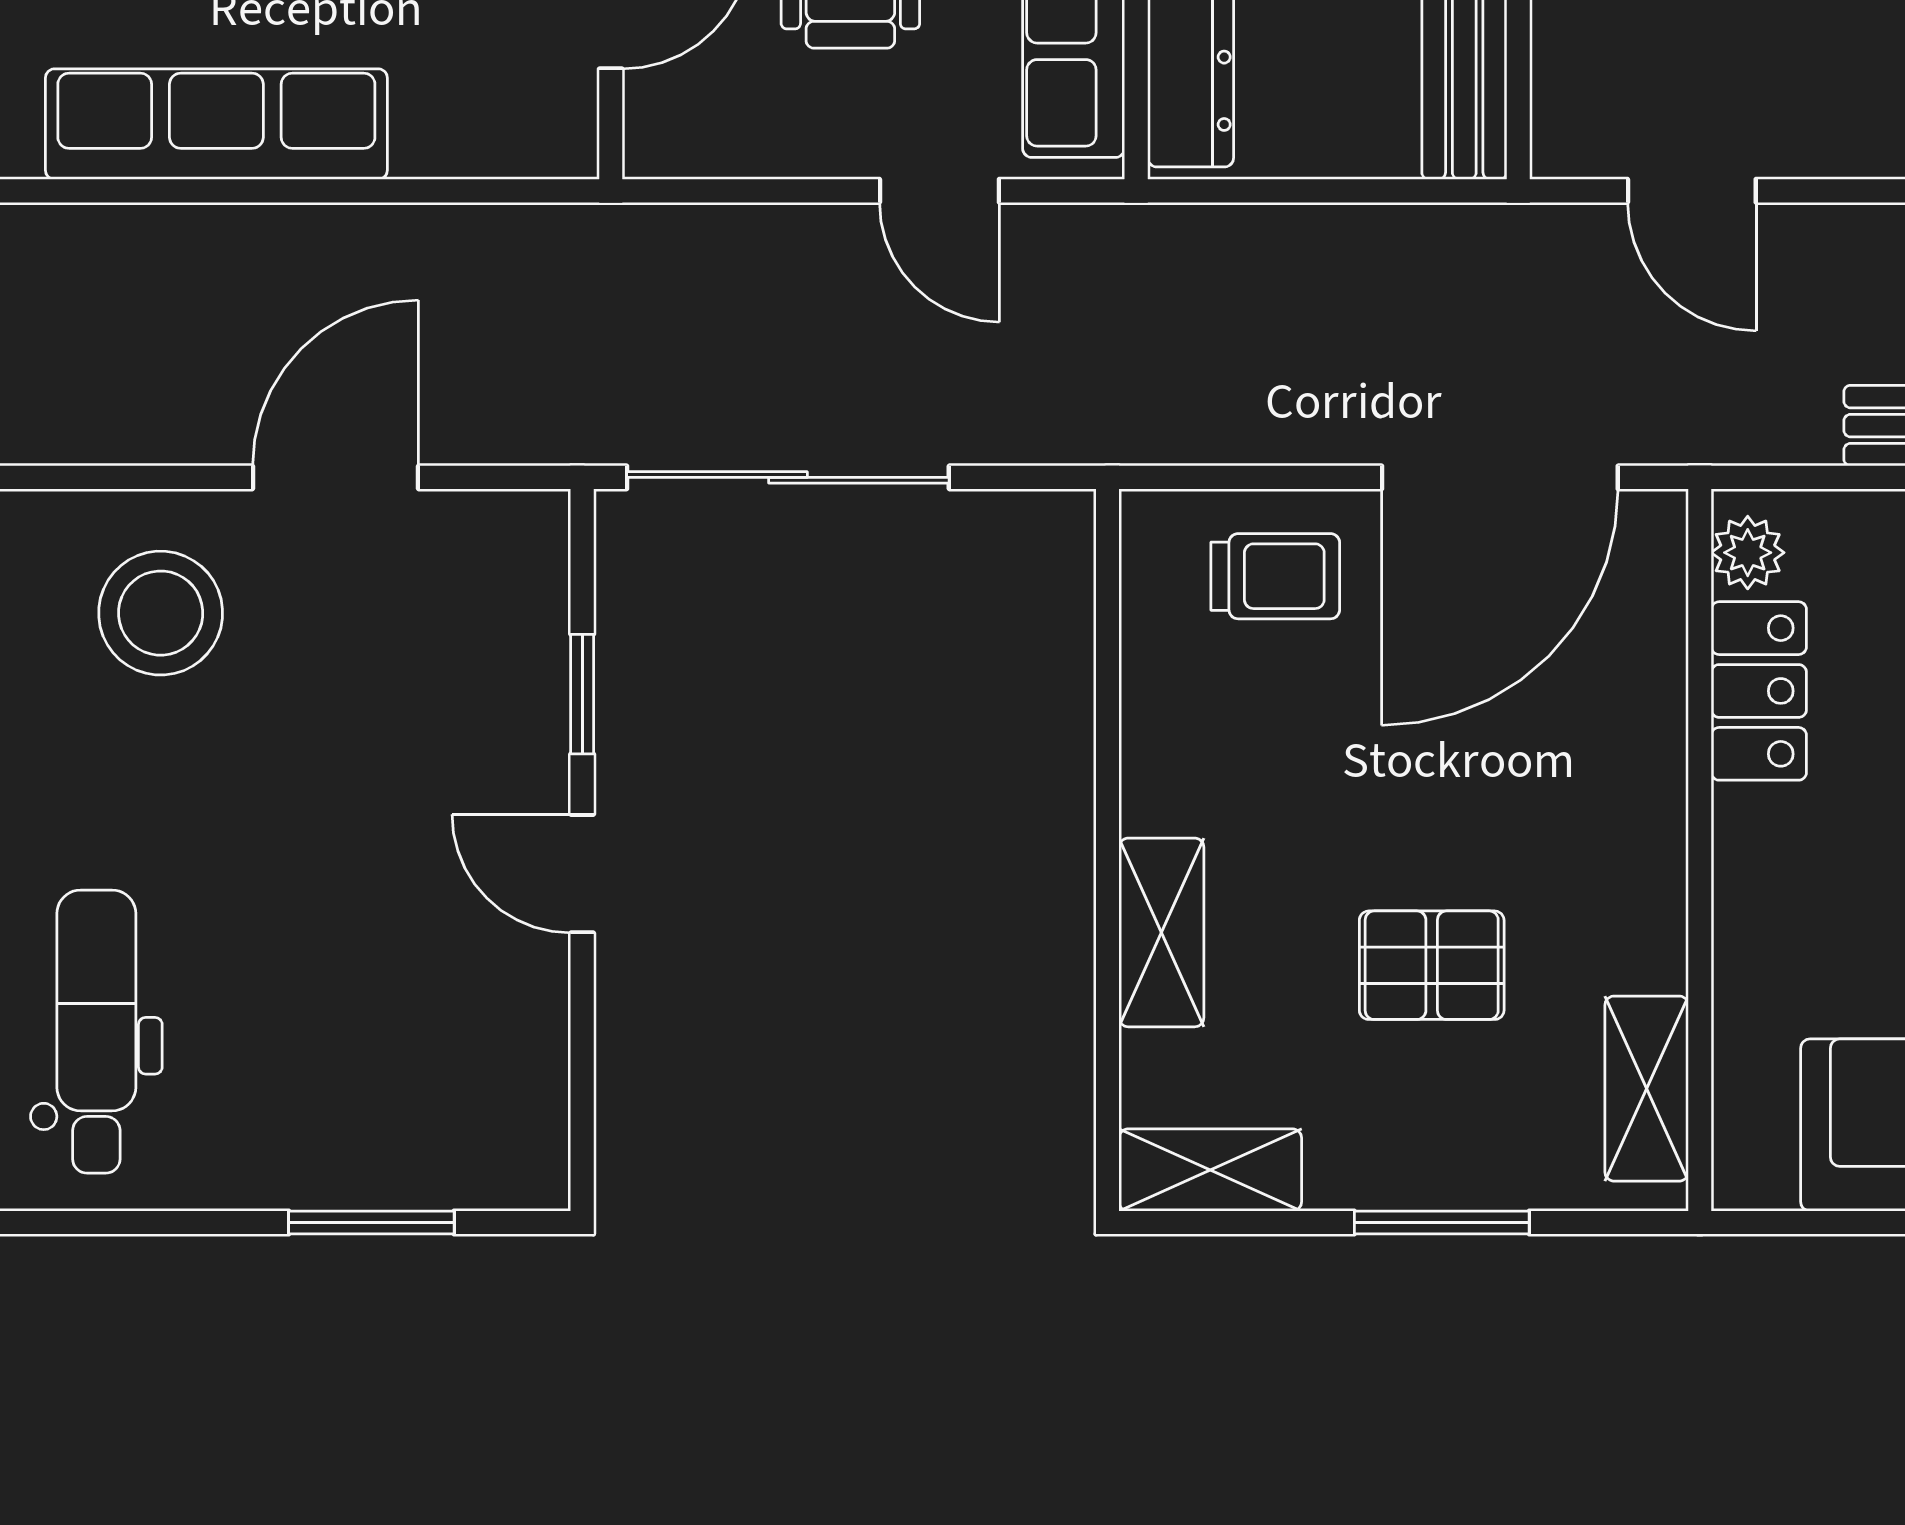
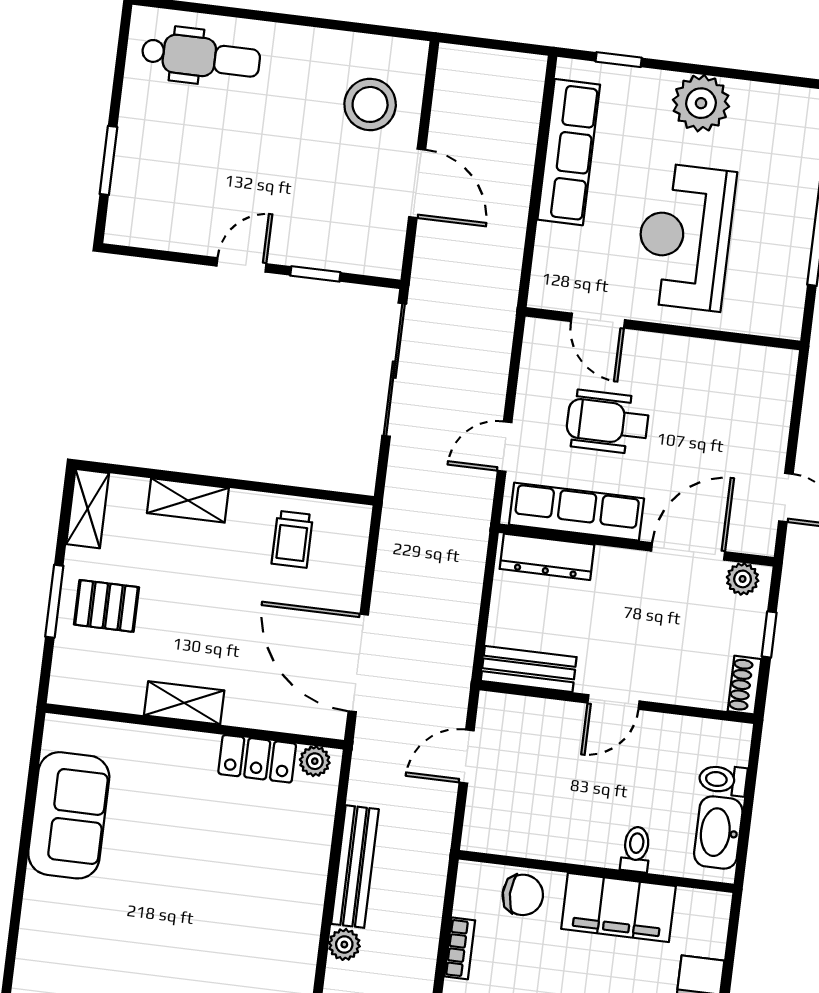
trolley: (1275, 576) -> (292, 539), moved
pallet: (1432, 965) -> (106, 606), moved, turned 90
shelving: (1647, 1089) -> (184, 703), moved

